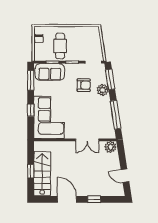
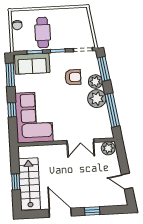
plant: (103, 104) -> (97, 99), added

